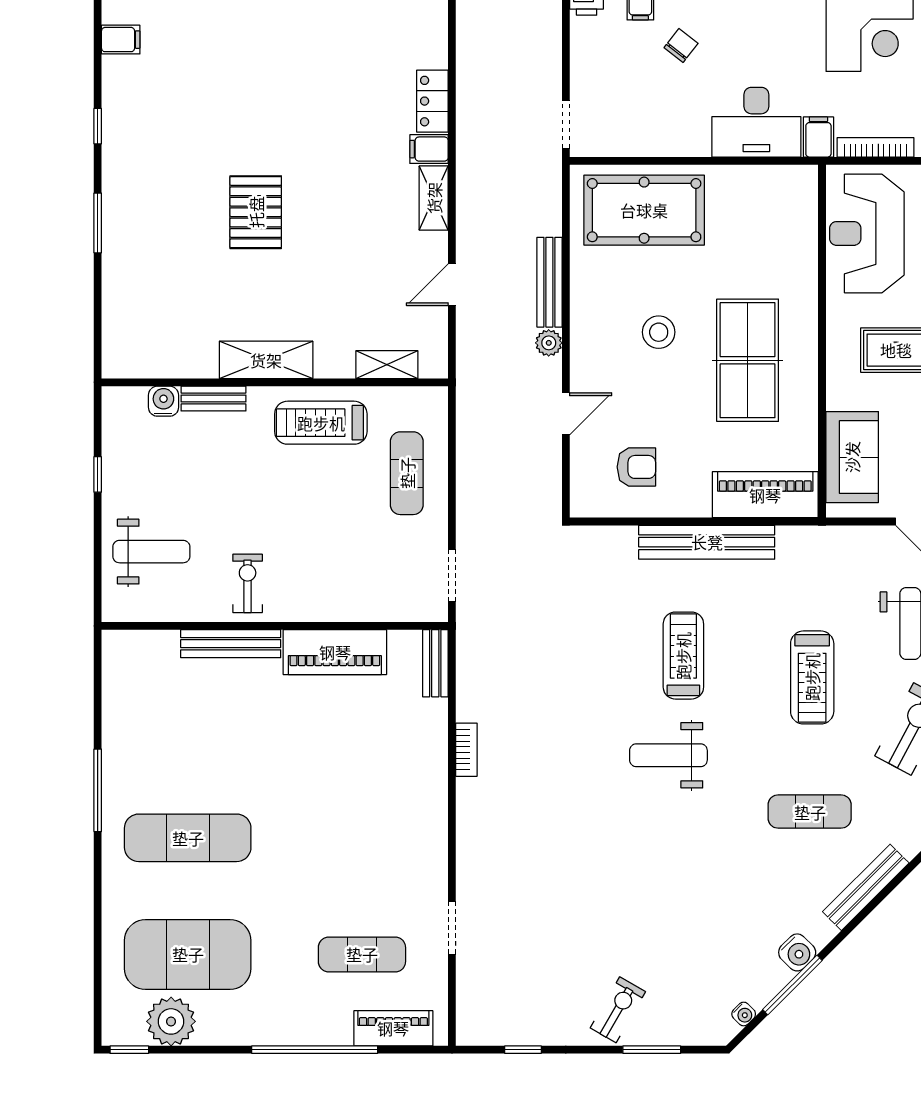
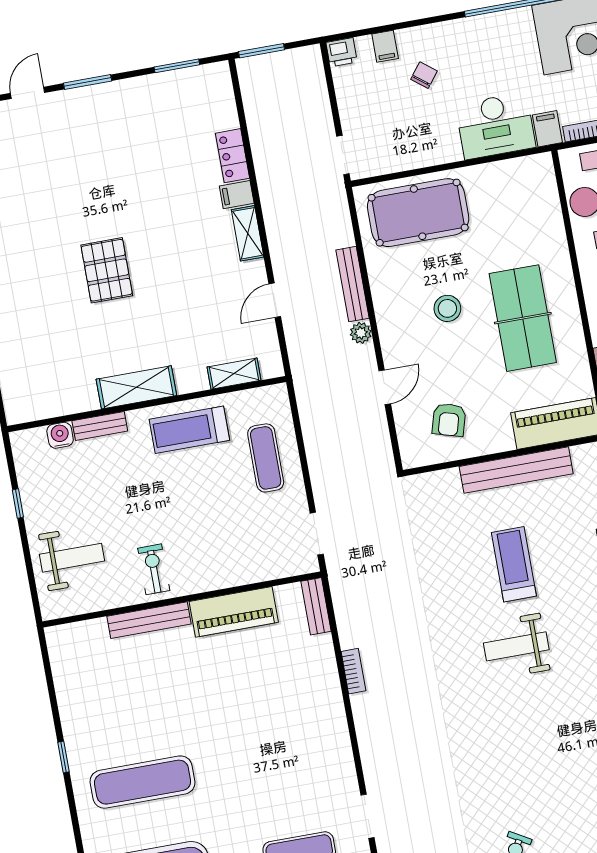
armchair: (636, 467) -> (449, 420), turned 106
window: (98, 790) -> (63, 757), width x0.46

